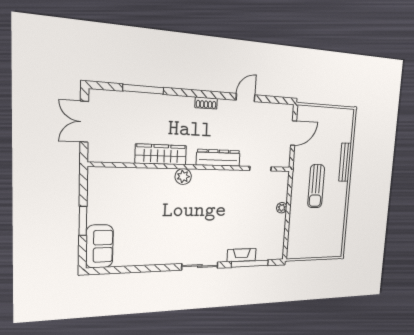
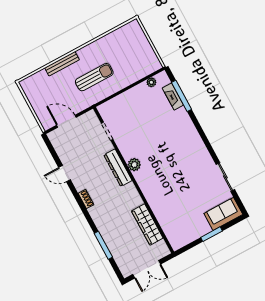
wardrobe: (161, 154) -> (147, 224), moved
plant: (183, 177) -> (134, 165), moved
plant: (282, 208) -> (151, 82), moved
fireplace: (242, 255) -> (173, 97), moved
sliding door: (200, 266) -> (225, 177), moved

